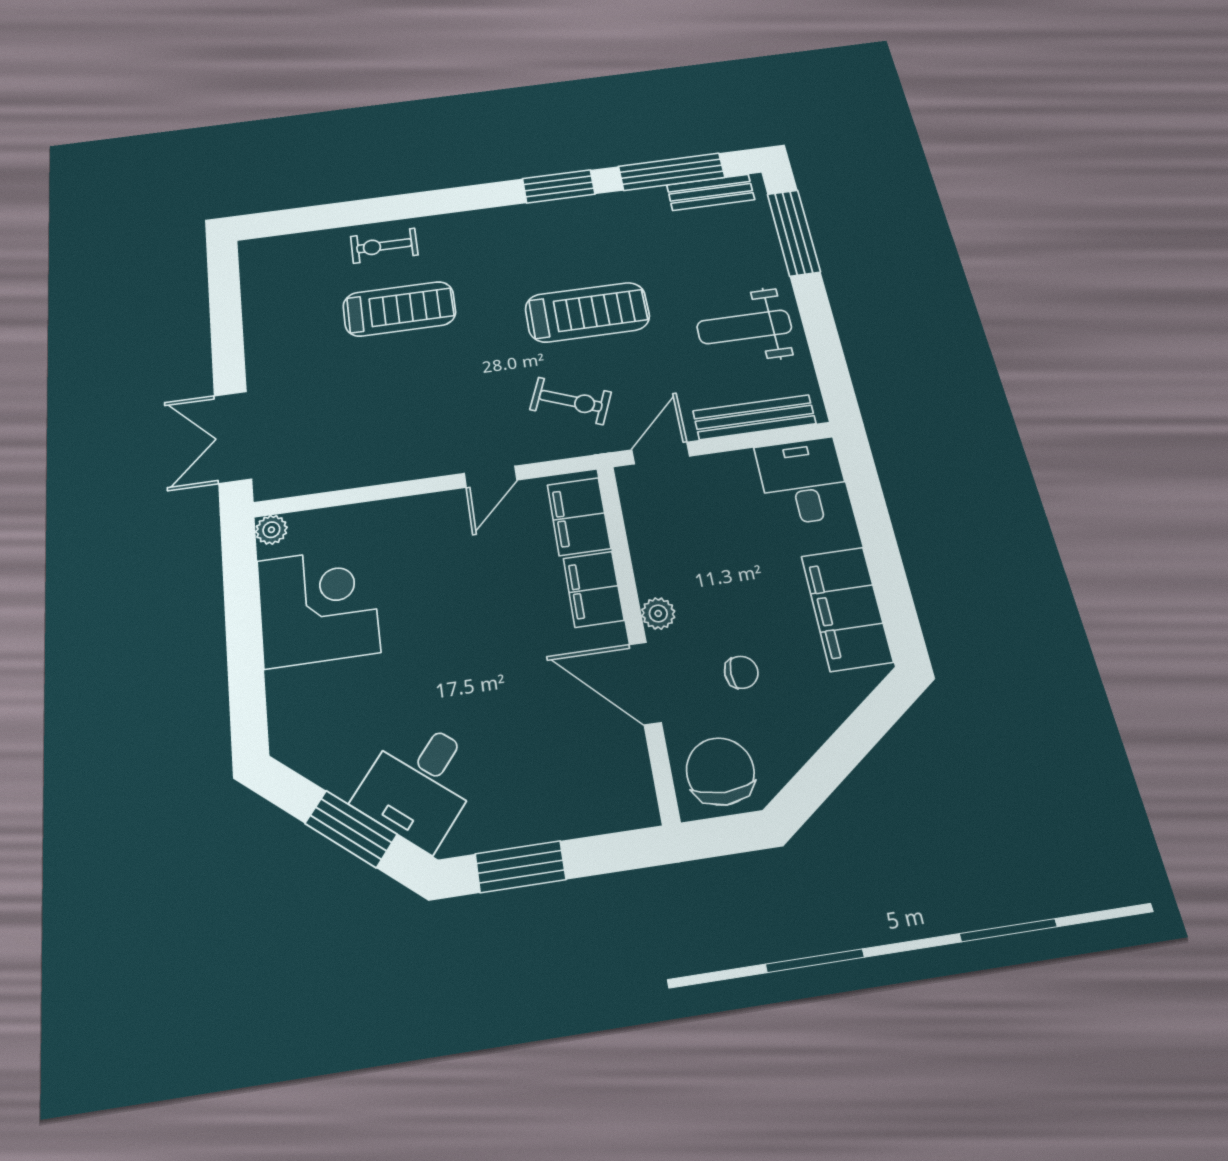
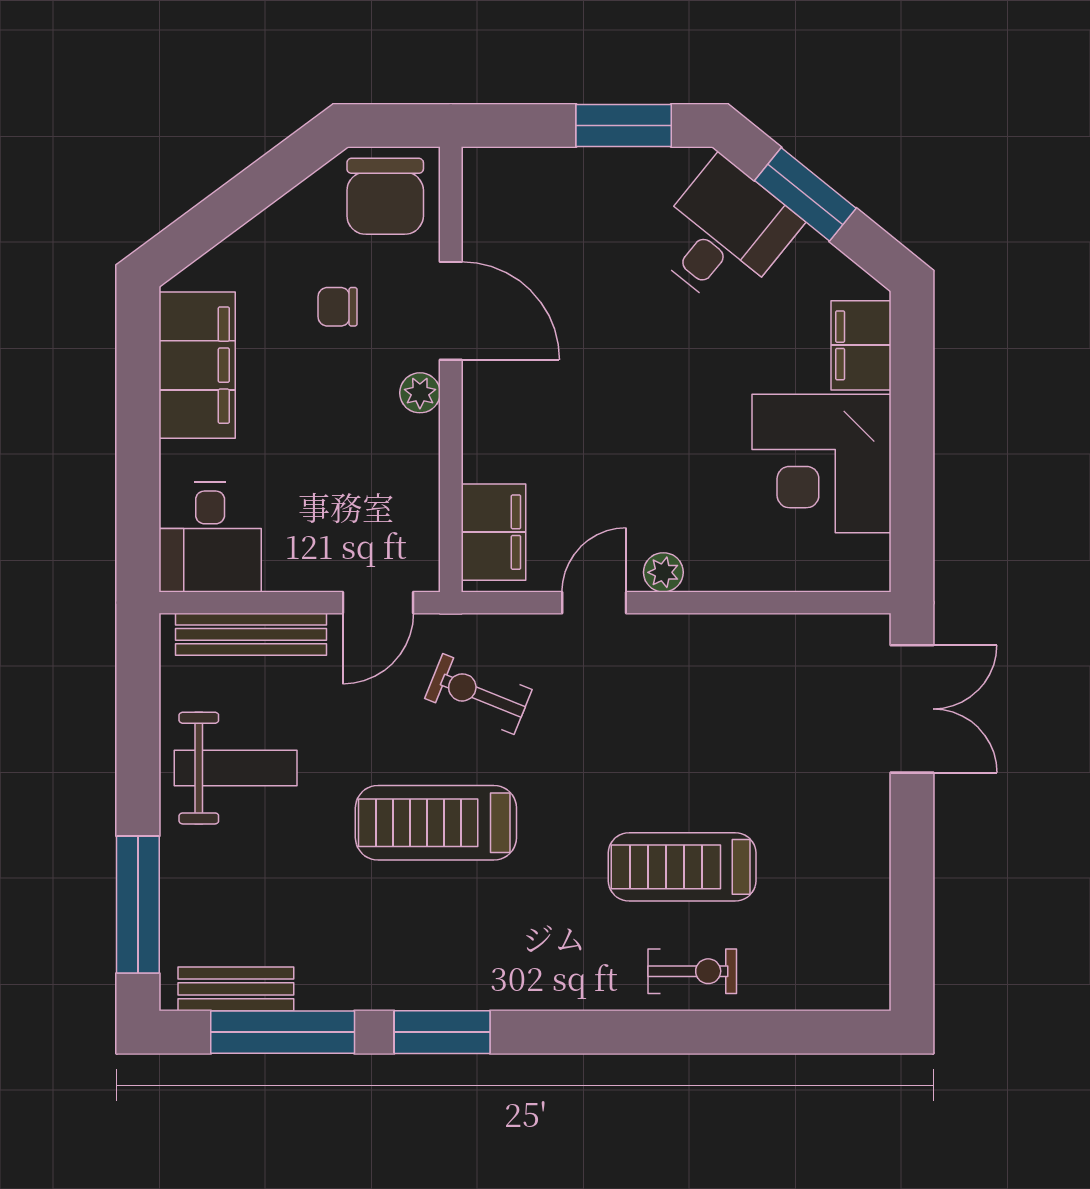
plant: (271, 530) -> (663, 572), moved
filing cabinet: (594, 589) -> (861, 345), moved, turned 180

